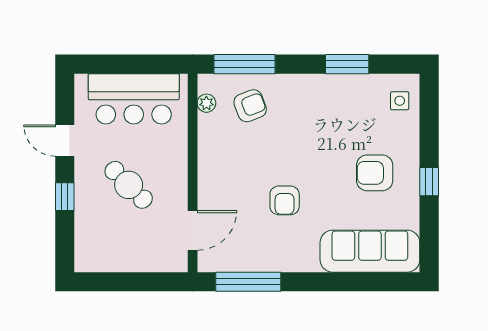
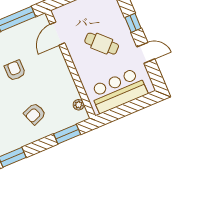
window: (245, 64) -> (67, 134), width x0.69
armchair: (250, 106) -> (35, 114), moved

